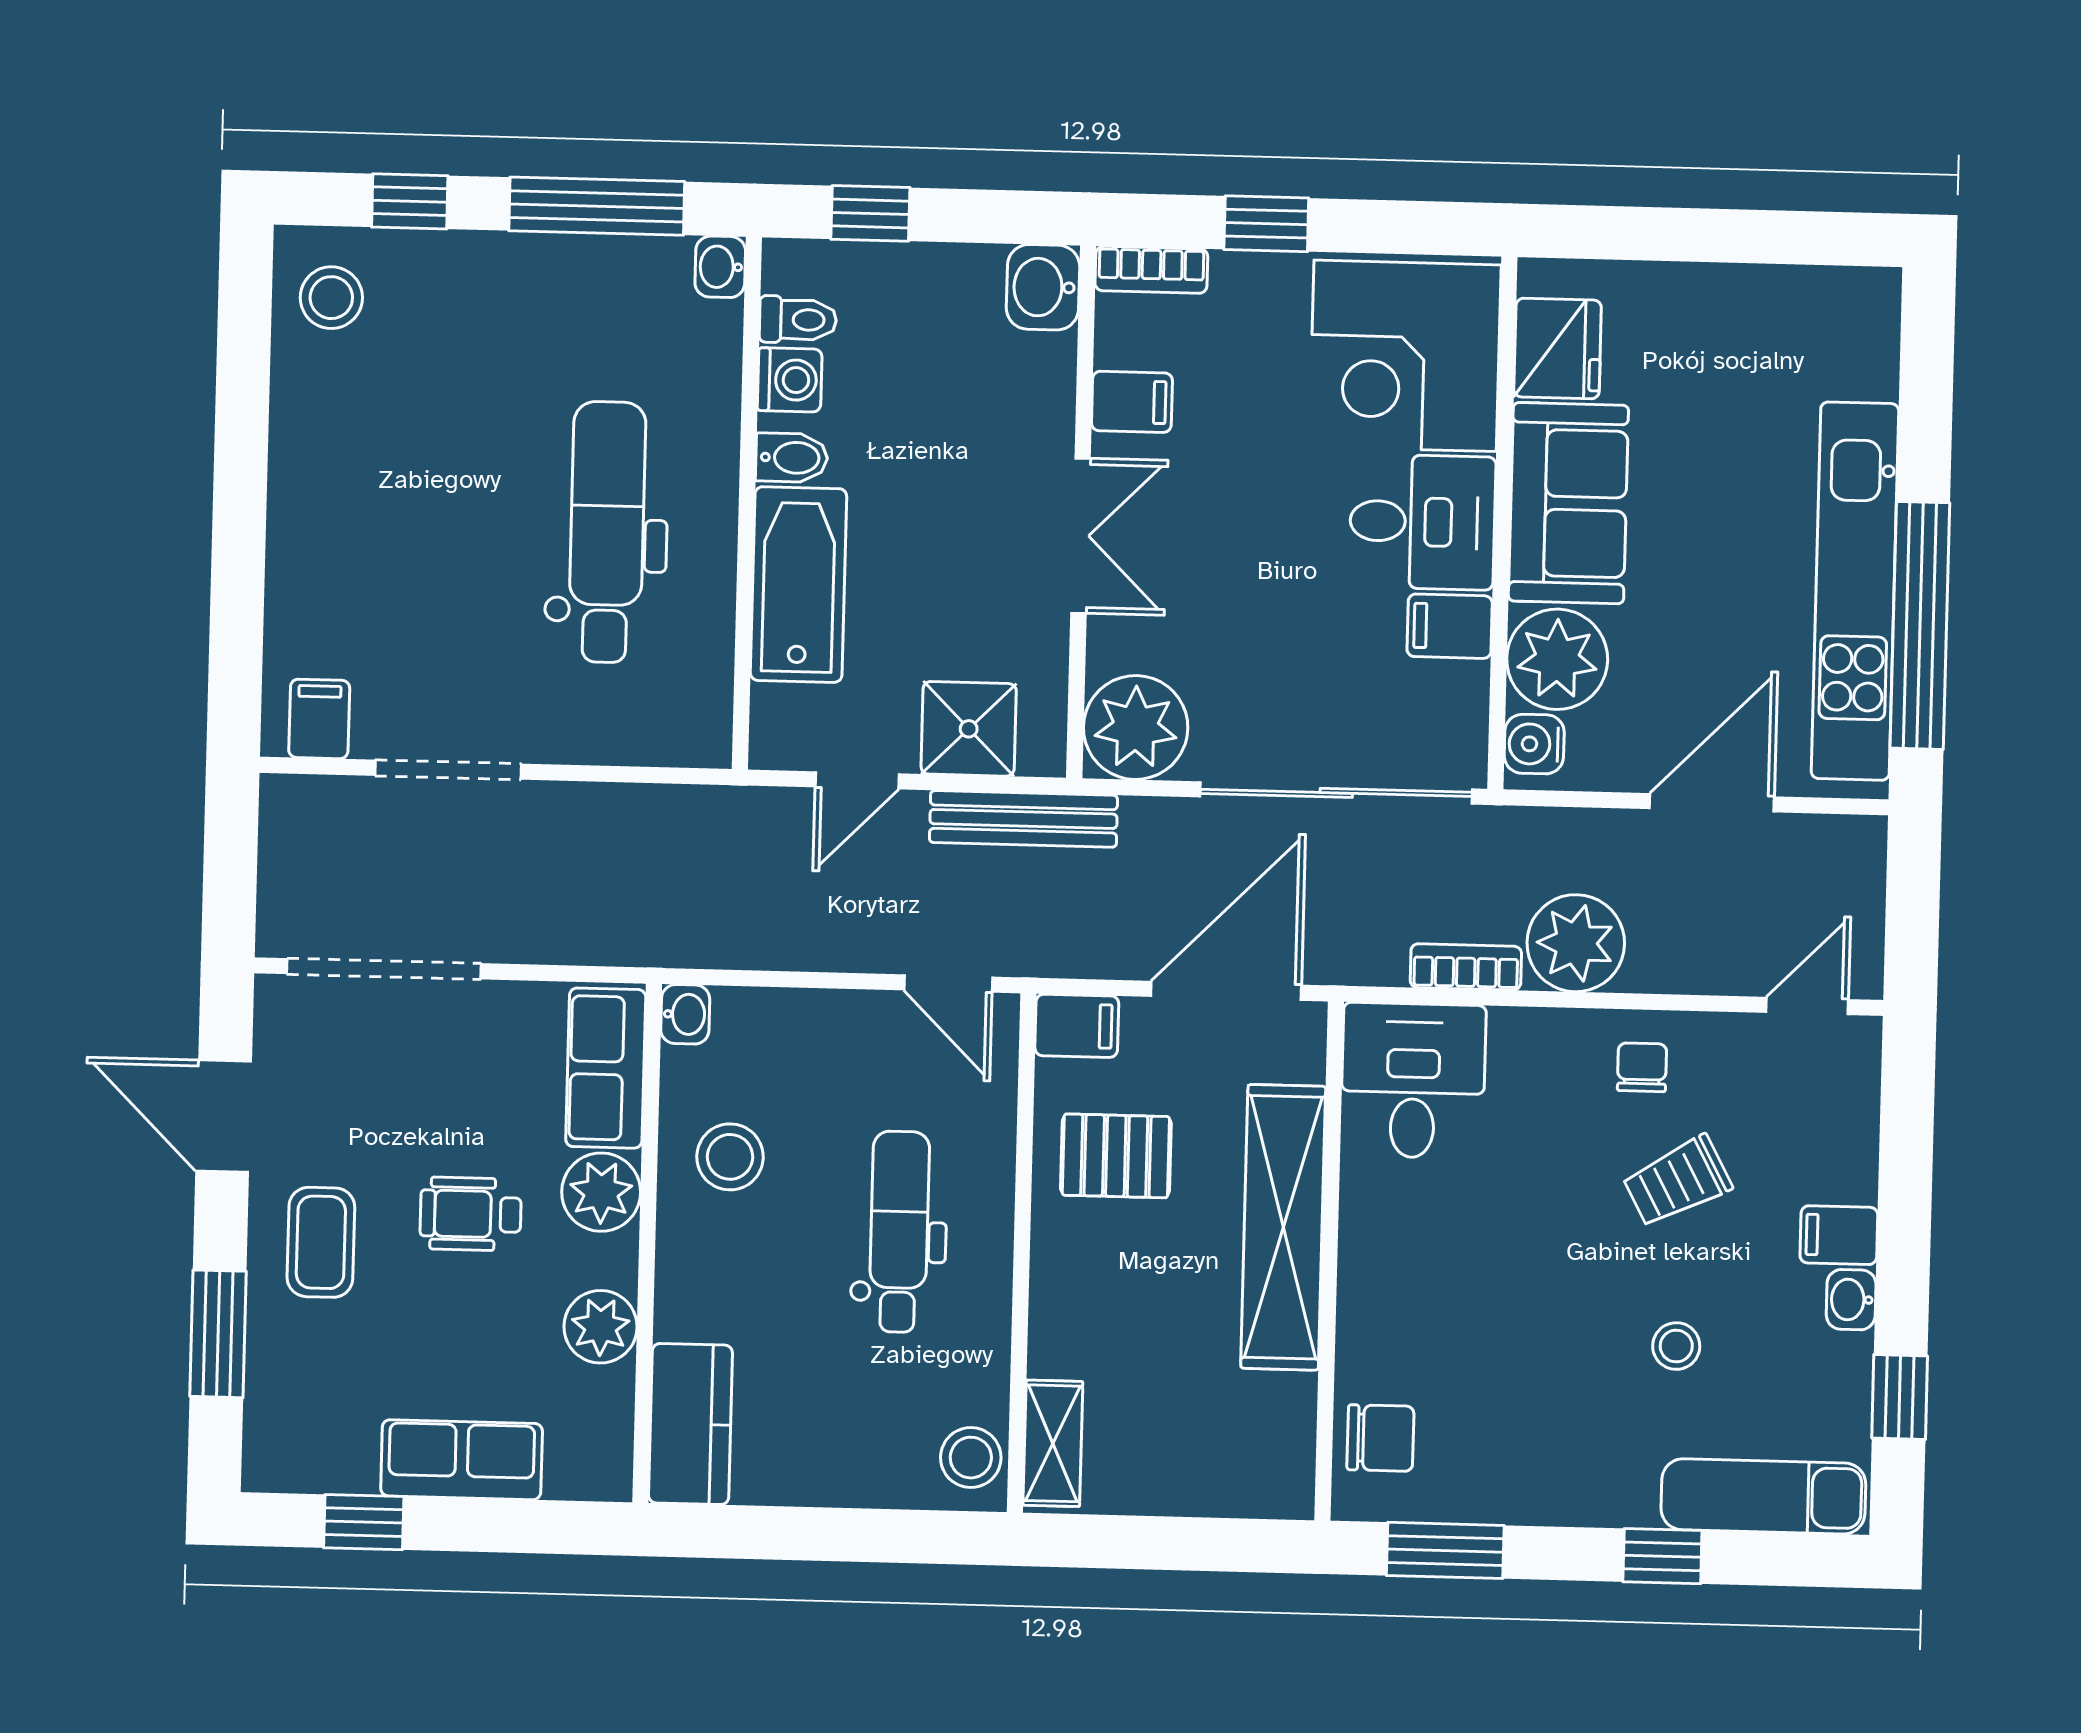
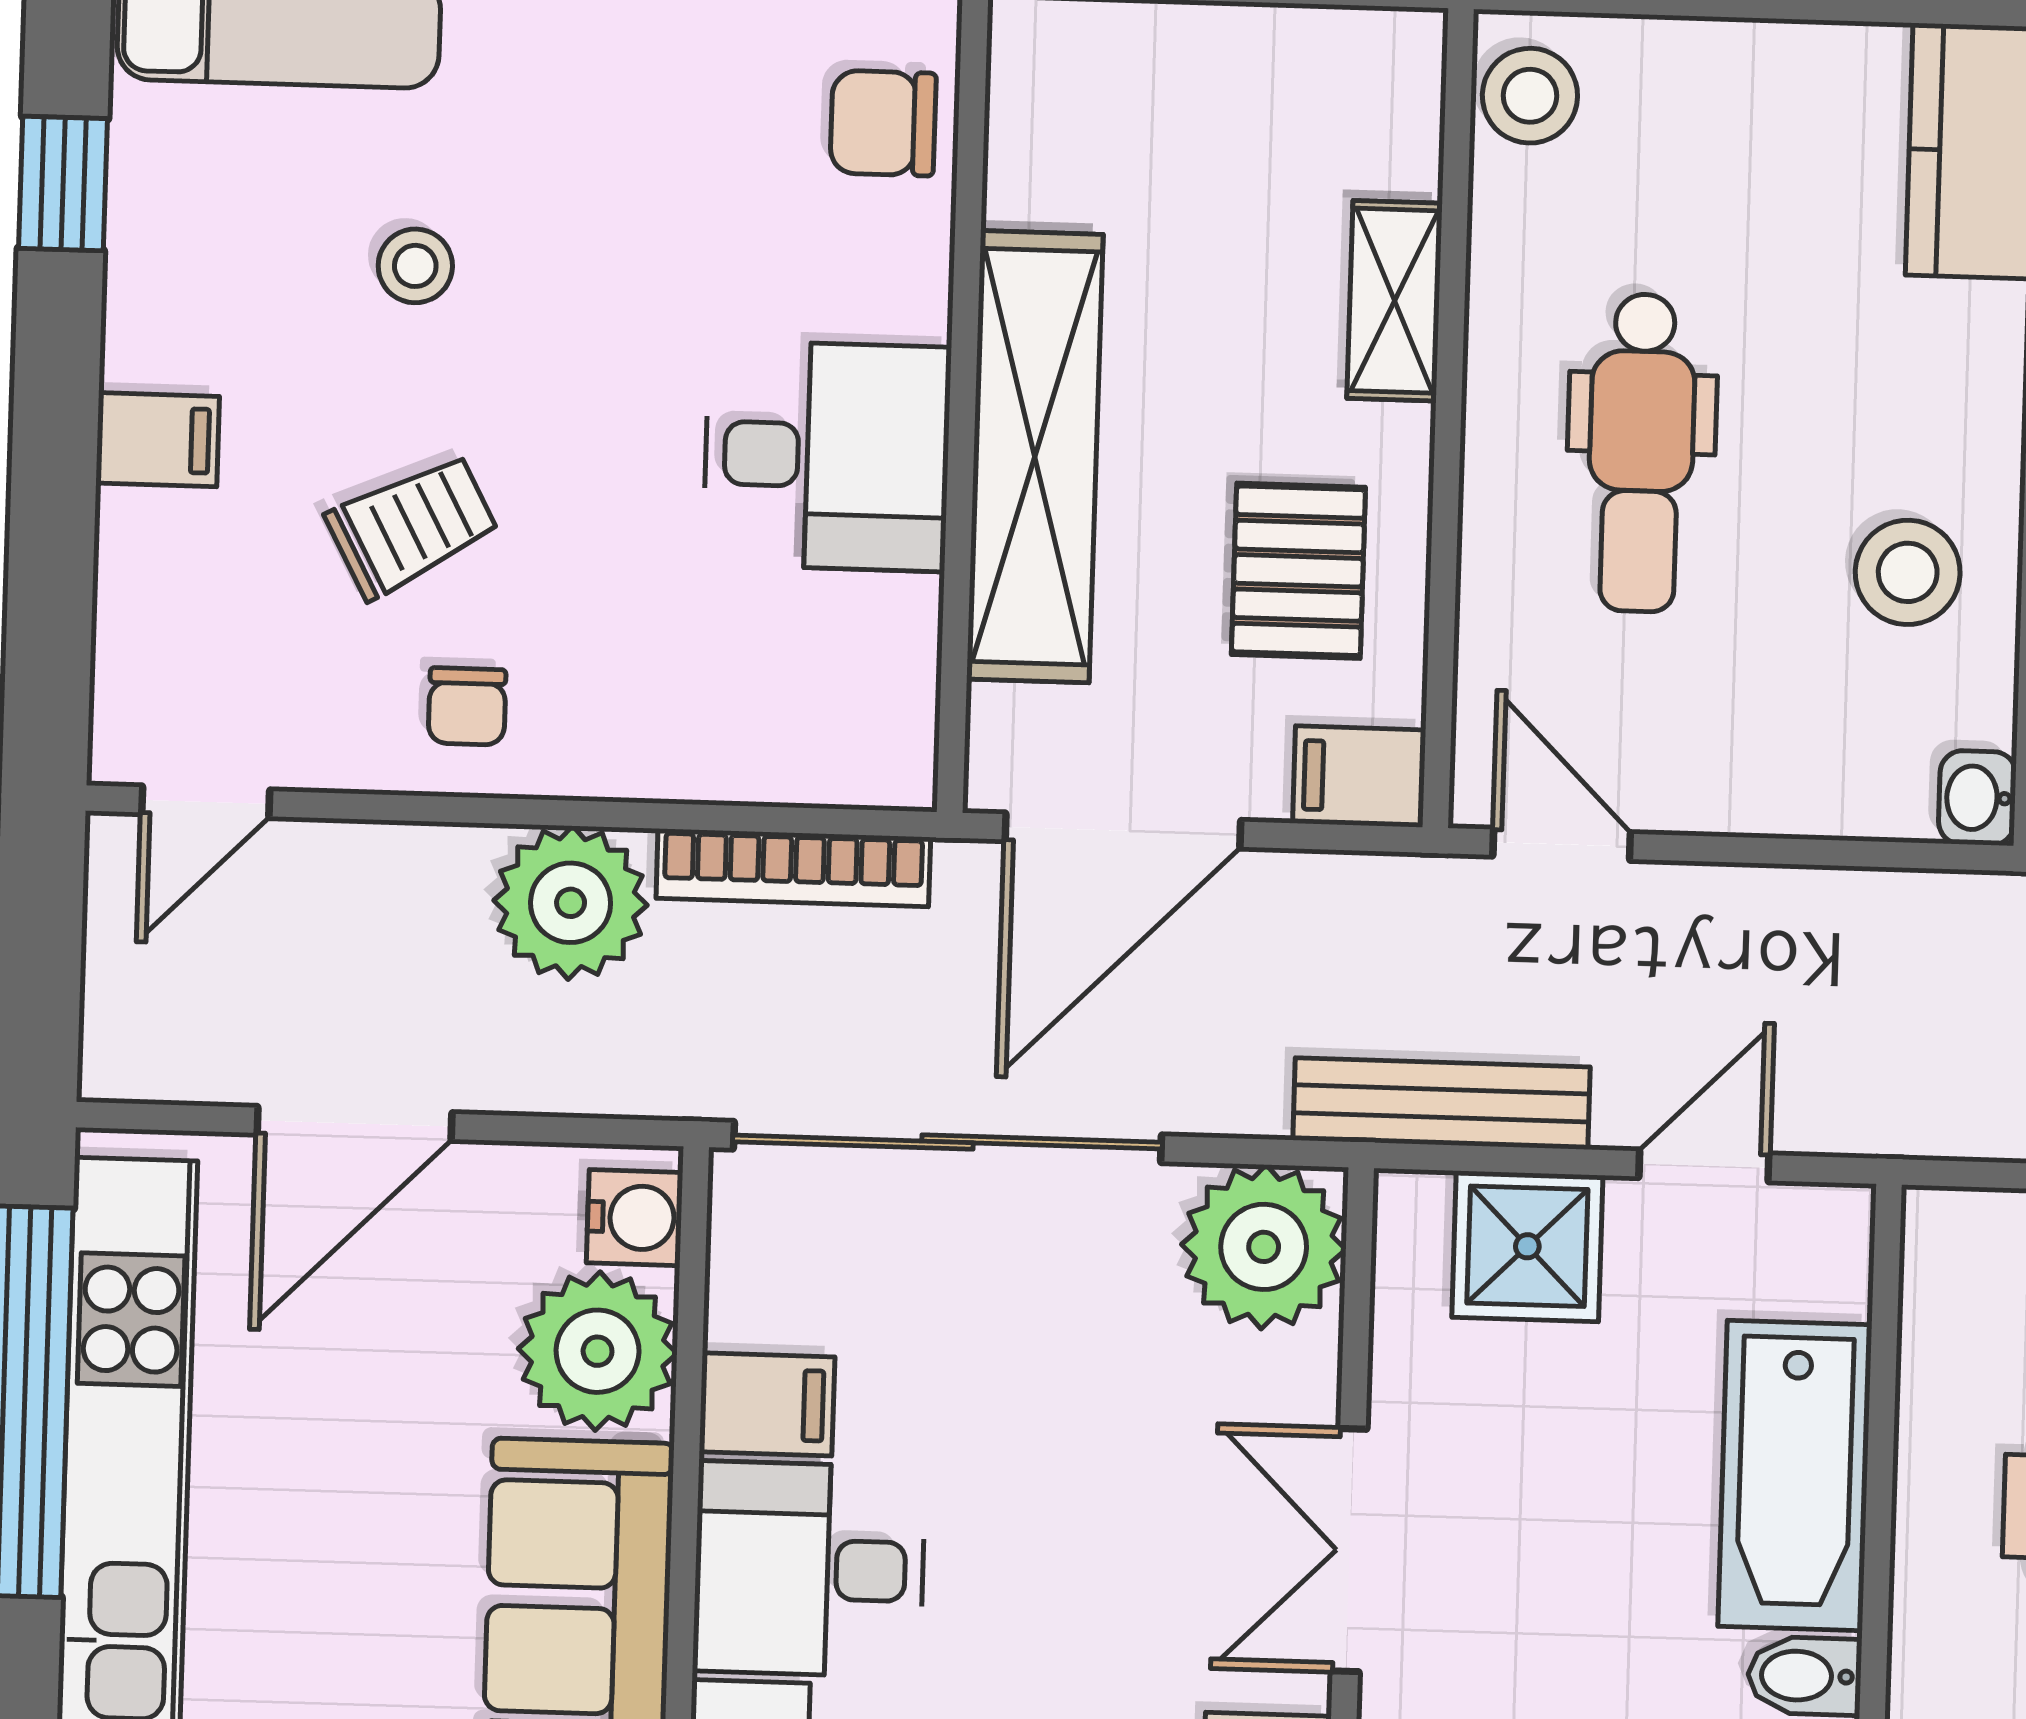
bookcase: (1466, 967) -> (793, 868), width x1.56
desk: (1413, 1081) -> (827, 456), moved, turned -90
pallet: (1116, 1156) -> (1298, 571), turned 90
washbasin: (1851, 1300) -> (139, 338), removed
shelving: (1053, 1443) -> (1395, 301), moved

